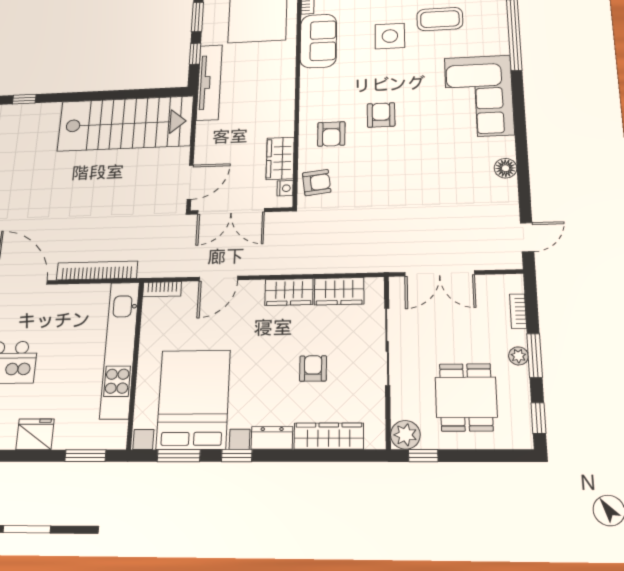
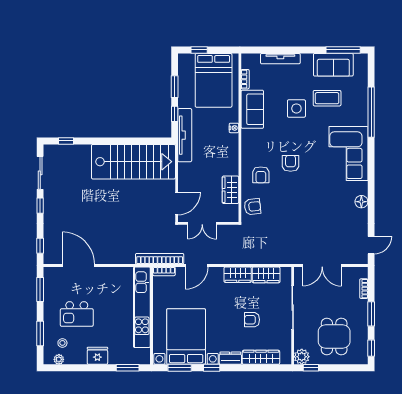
nightstand: (285, 188) -> (234, 128), moved
double door: (231, 211) -> (202, 223), width x0.73
bookcase: (97, 270) -> (160, 259), moved
plant: (518, 356) -> (363, 314), removed
armchair: (313, 368) -> (252, 320), turned -90

